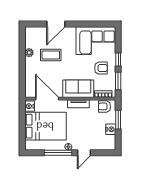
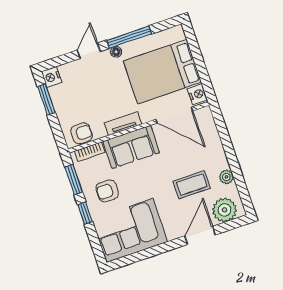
plant: (37, 34) -> (225, 210), added
window: (118, 120) -> (46, 99), moved
nightstand: (111, 129) -> (52, 77), moved

